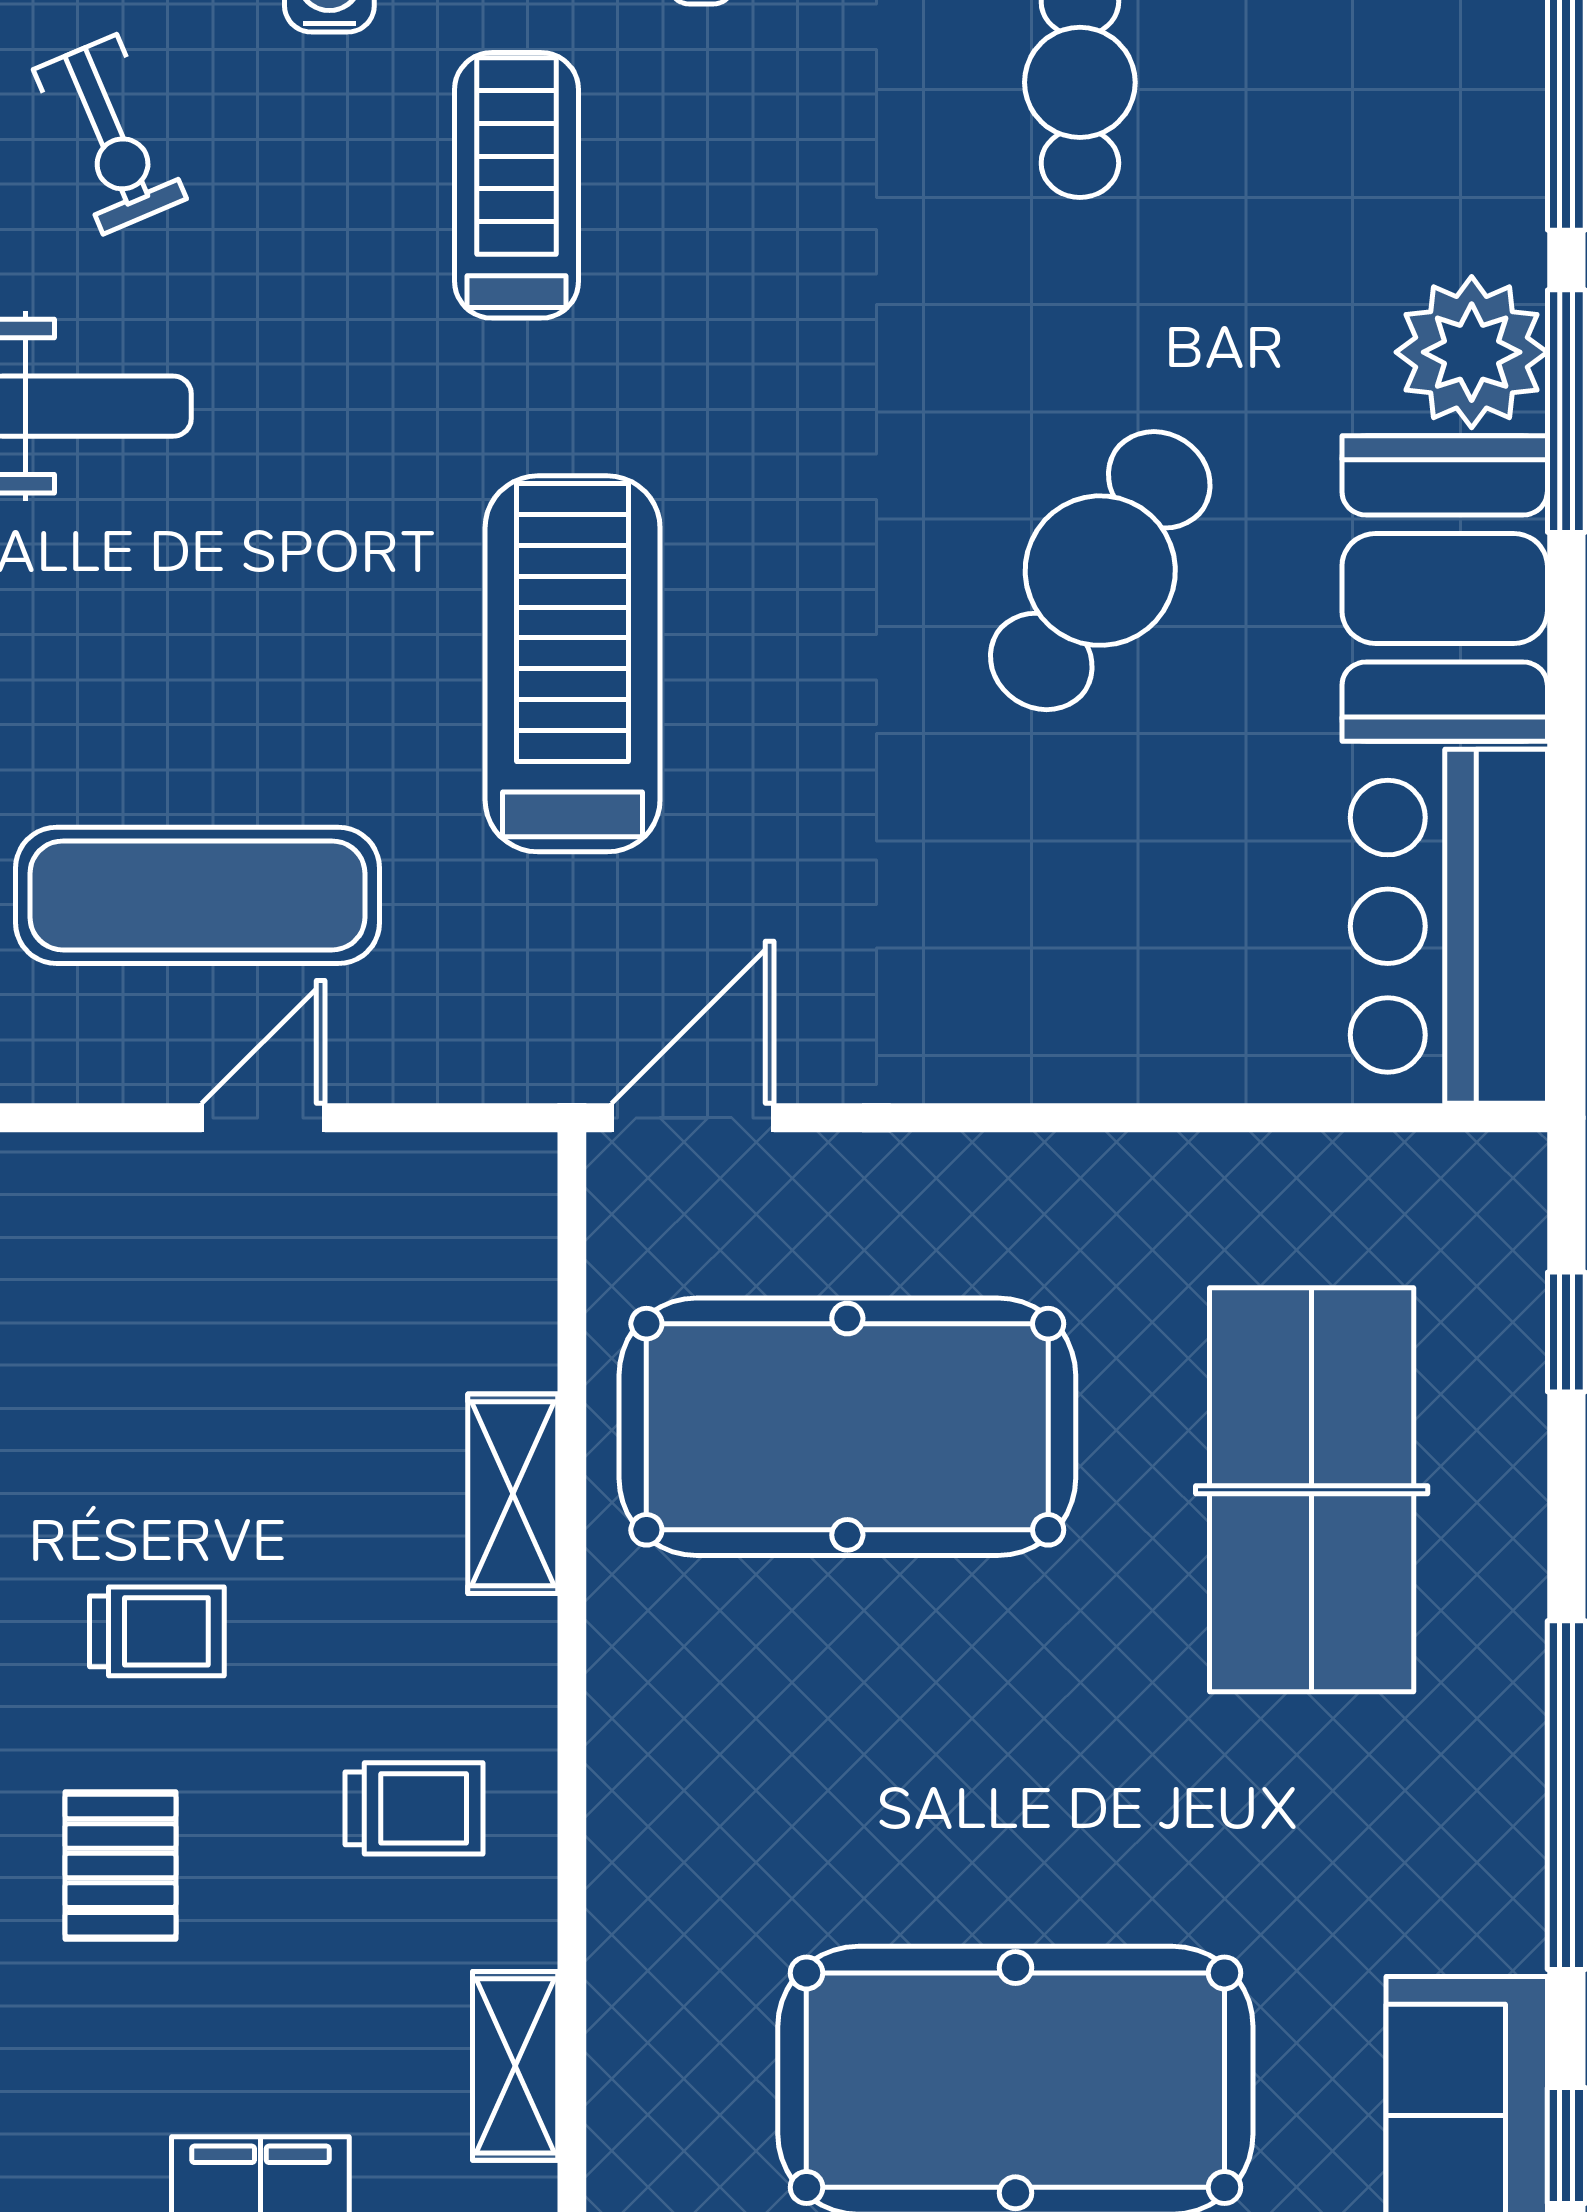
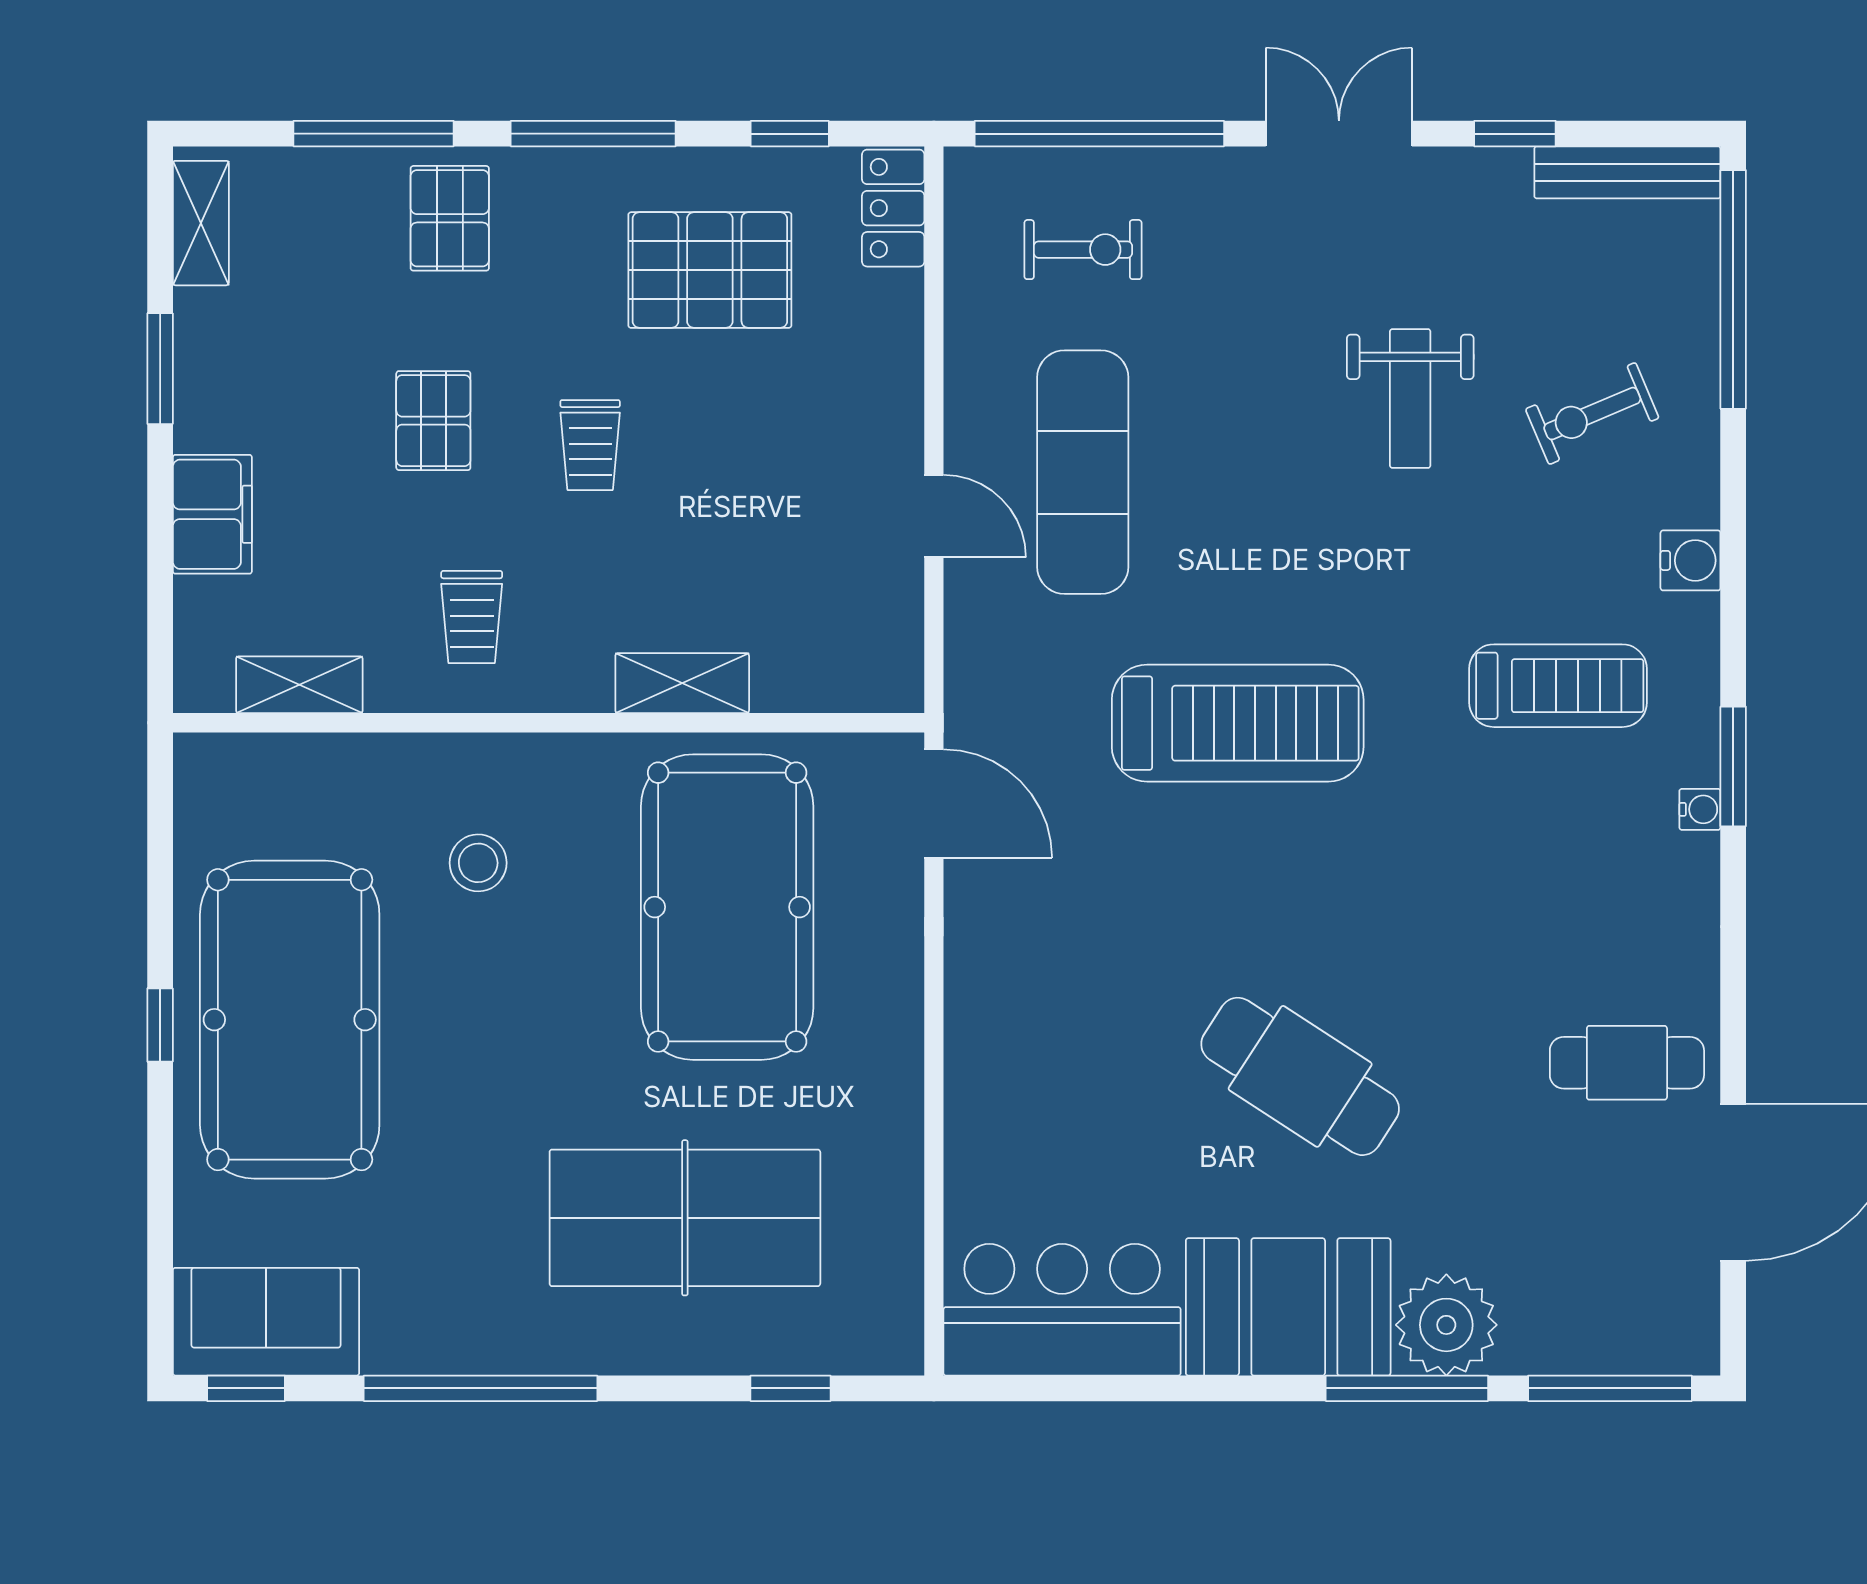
stool: (781, 1799) -> (478, 863), added
pallet: (120, 1866) -> (433, 421), turned 90

